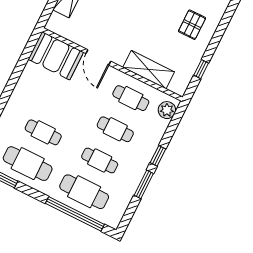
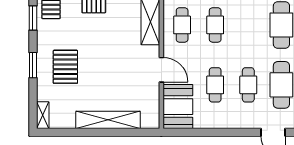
door: (98, 57) -> (161, 70), hinge flipped
cafe table: (100, 161) -> (215, 85), moved

